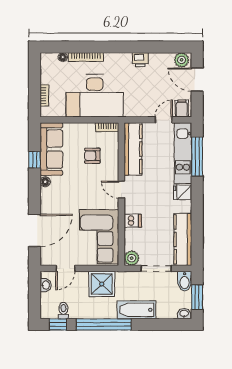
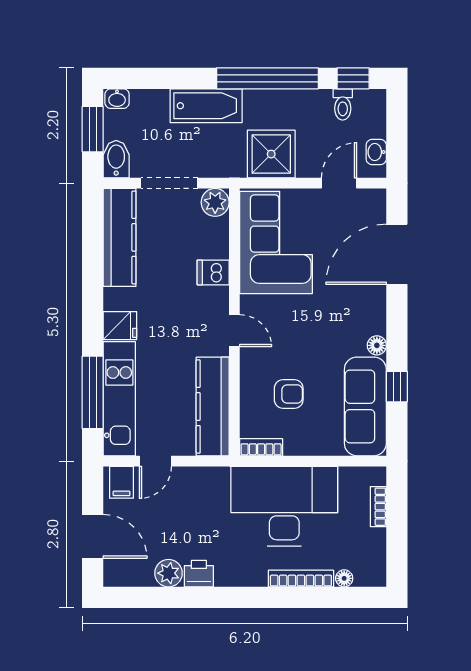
plant: (182, 60) -> (168, 573), moved

